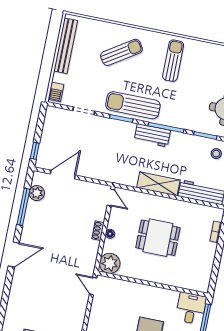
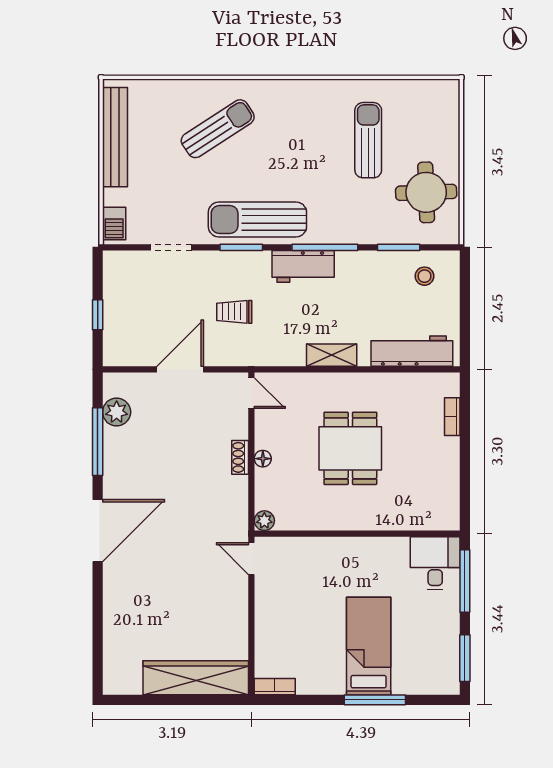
sun lounger: (173, 61) -> (368, 140), moved
window: (35, 151) -> (98, 315), moved
trolley: (111, 152) -> (234, 312), added
door: (63, 175) -> (180, 369), moved
shelving: (158, 184) -> (332, 355), width x0.67, depth x0.75
dining table: (158, 238) -> (350, 448), turned 90
door: (14, 254) -> (98, 531), width x1.36
plant: (110, 263) -> (264, 521), width x0.53, depth x0.53

